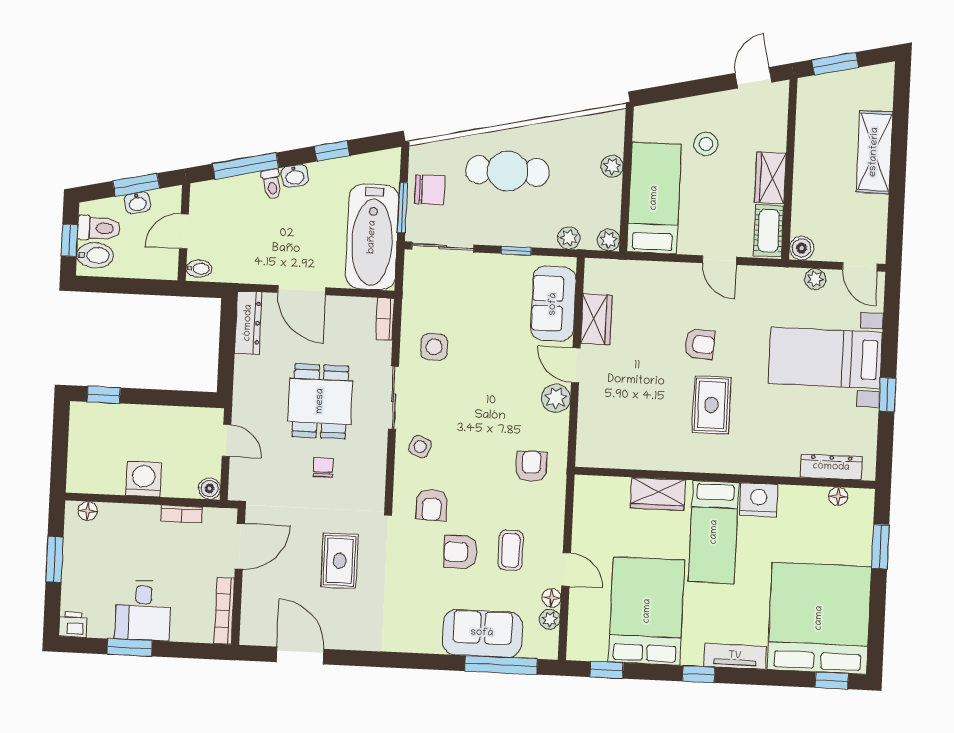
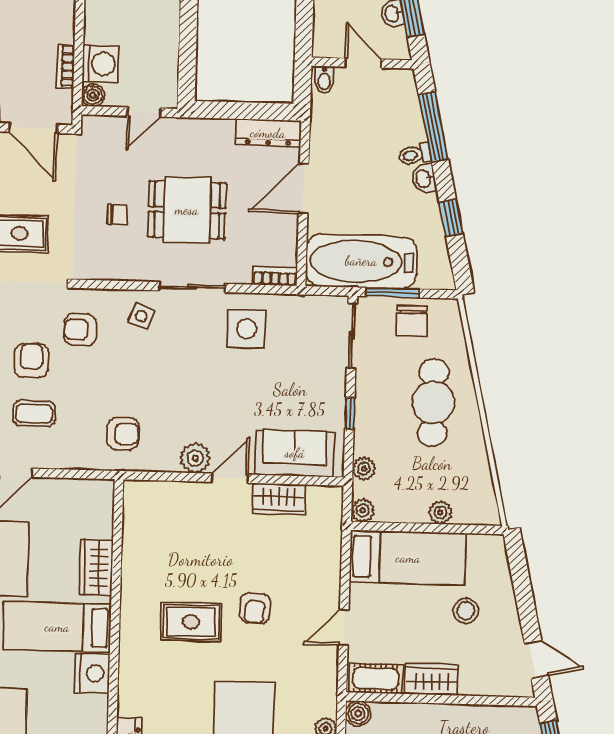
side table: (434, 347) -> (247, 329), width x1.37, depth x1.37
washing machine: (144, 479) -> (101, 64), moved

